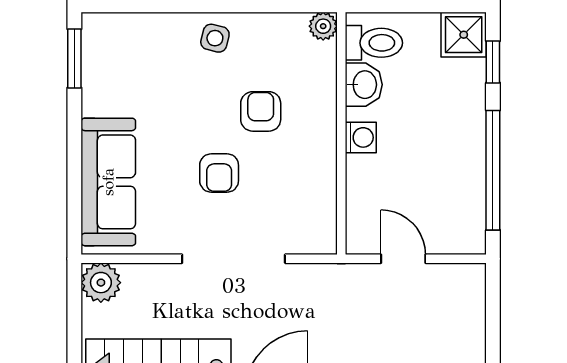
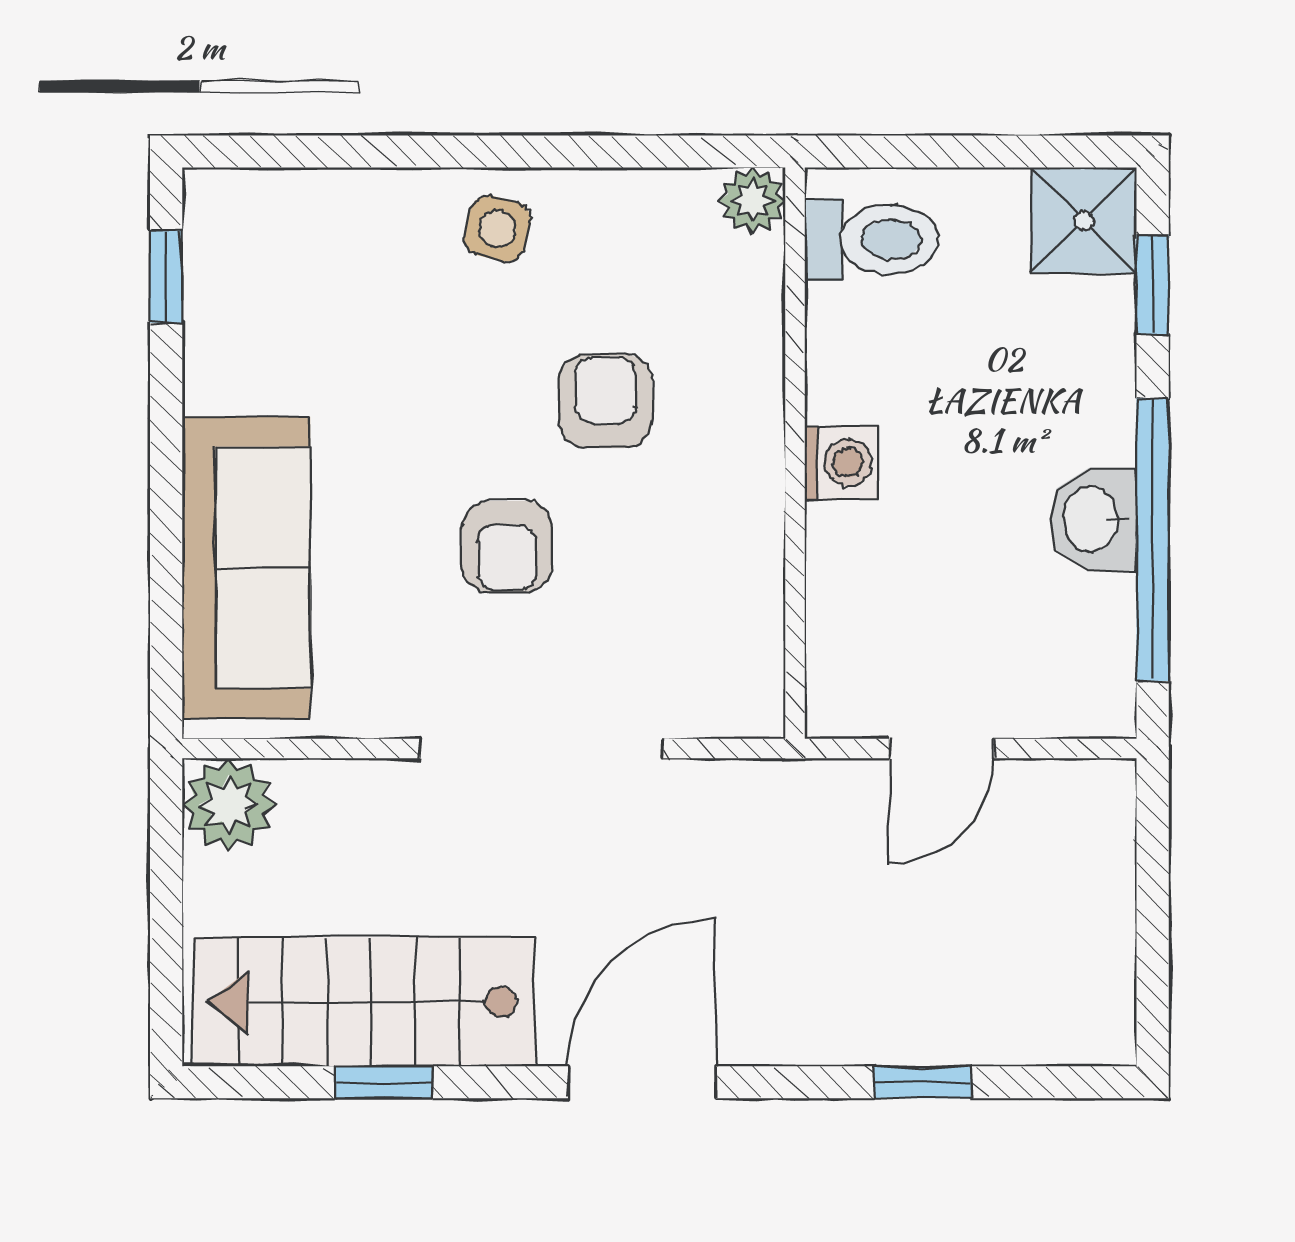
window: (74, 58) -> (166, 276), width x0.67
washbasin: (364, 85) -> (1093, 519), moved, turned 180
door: (403, 259) -> (941, 749), swing flipped

